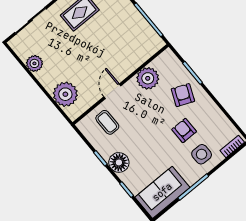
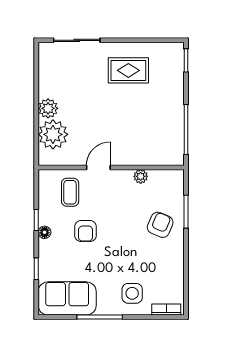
plant: (34, 63) -> (48, 108), moved
plant: (148, 78) -> (141, 176), width x0.53, depth x0.53
armchair: (184, 131) -> (85, 231), moved, turned 180
floor lamp: (119, 162) -> (45, 232), width x0.53, depth x0.53

